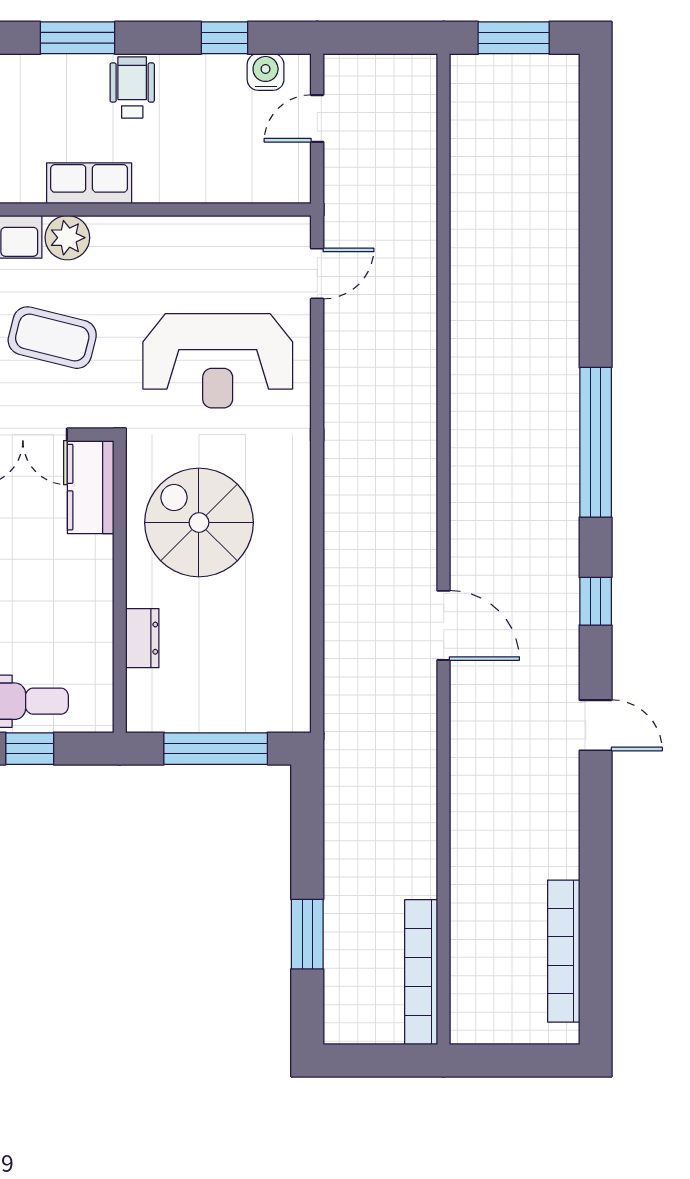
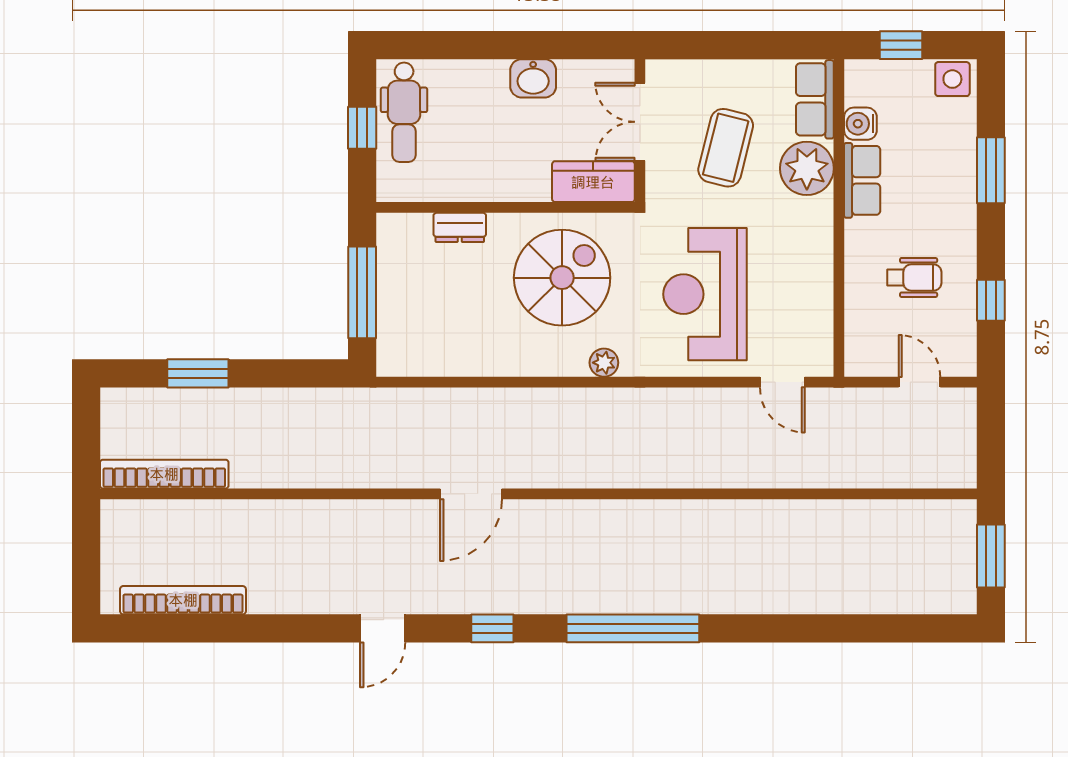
water cooler: (266, 72) -> (860, 124), moved, turned 180
wheelchair: (132, 87) -> (914, 277), moved
plant: (67, 238) -> (807, 168), width x1.36, depth x1.36
plant: (295, 475) -> (604, 363), added

